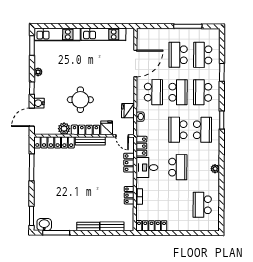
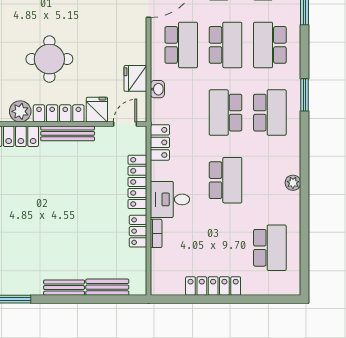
door: (122, 136) -> (125, 124), swing flipped
locker: (129, 163) -> (137, 182), width x1.53
desk: (147, 168) -> (170, 199), moved
school desk: (202, 205) -> (270, 248), turned 180
locker: (152, 226) -> (213, 286), moved

